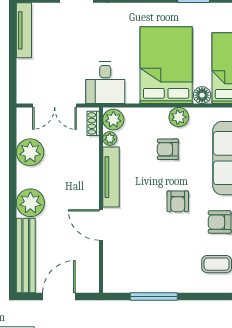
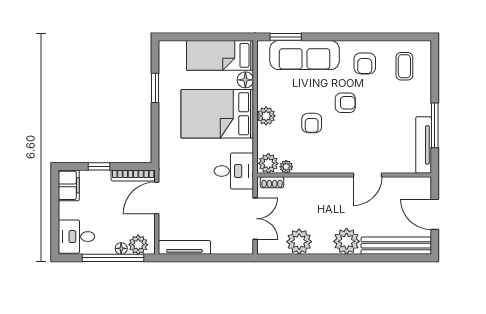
plant: (179, 117) -> (266, 116), moved
armchair: (168, 149) -> (312, 123), moved
tv unit: (111, 177) -> (424, 145), moved, turned -90

